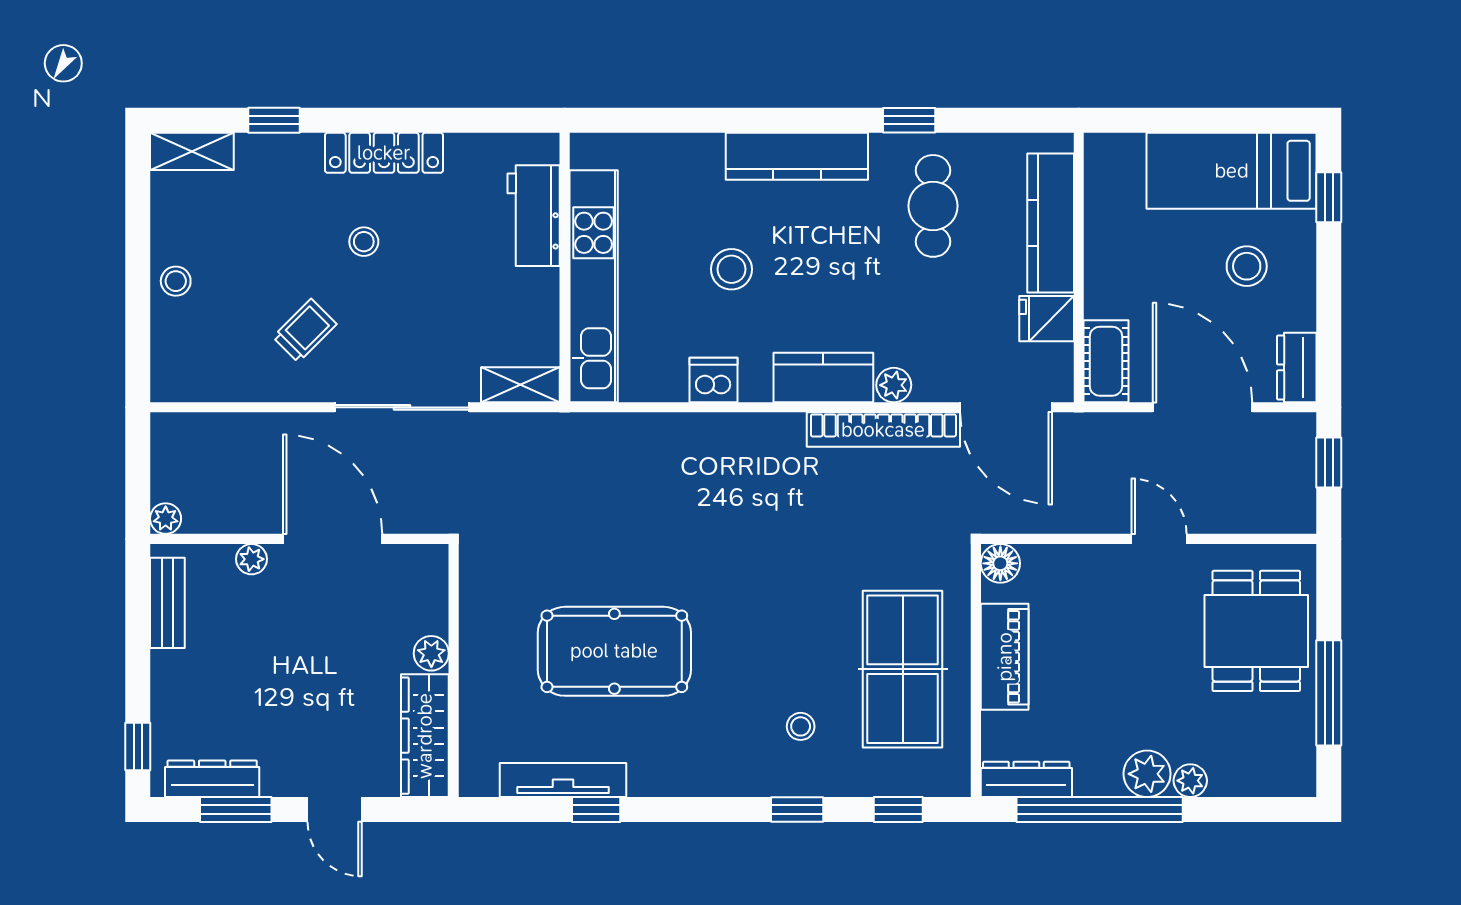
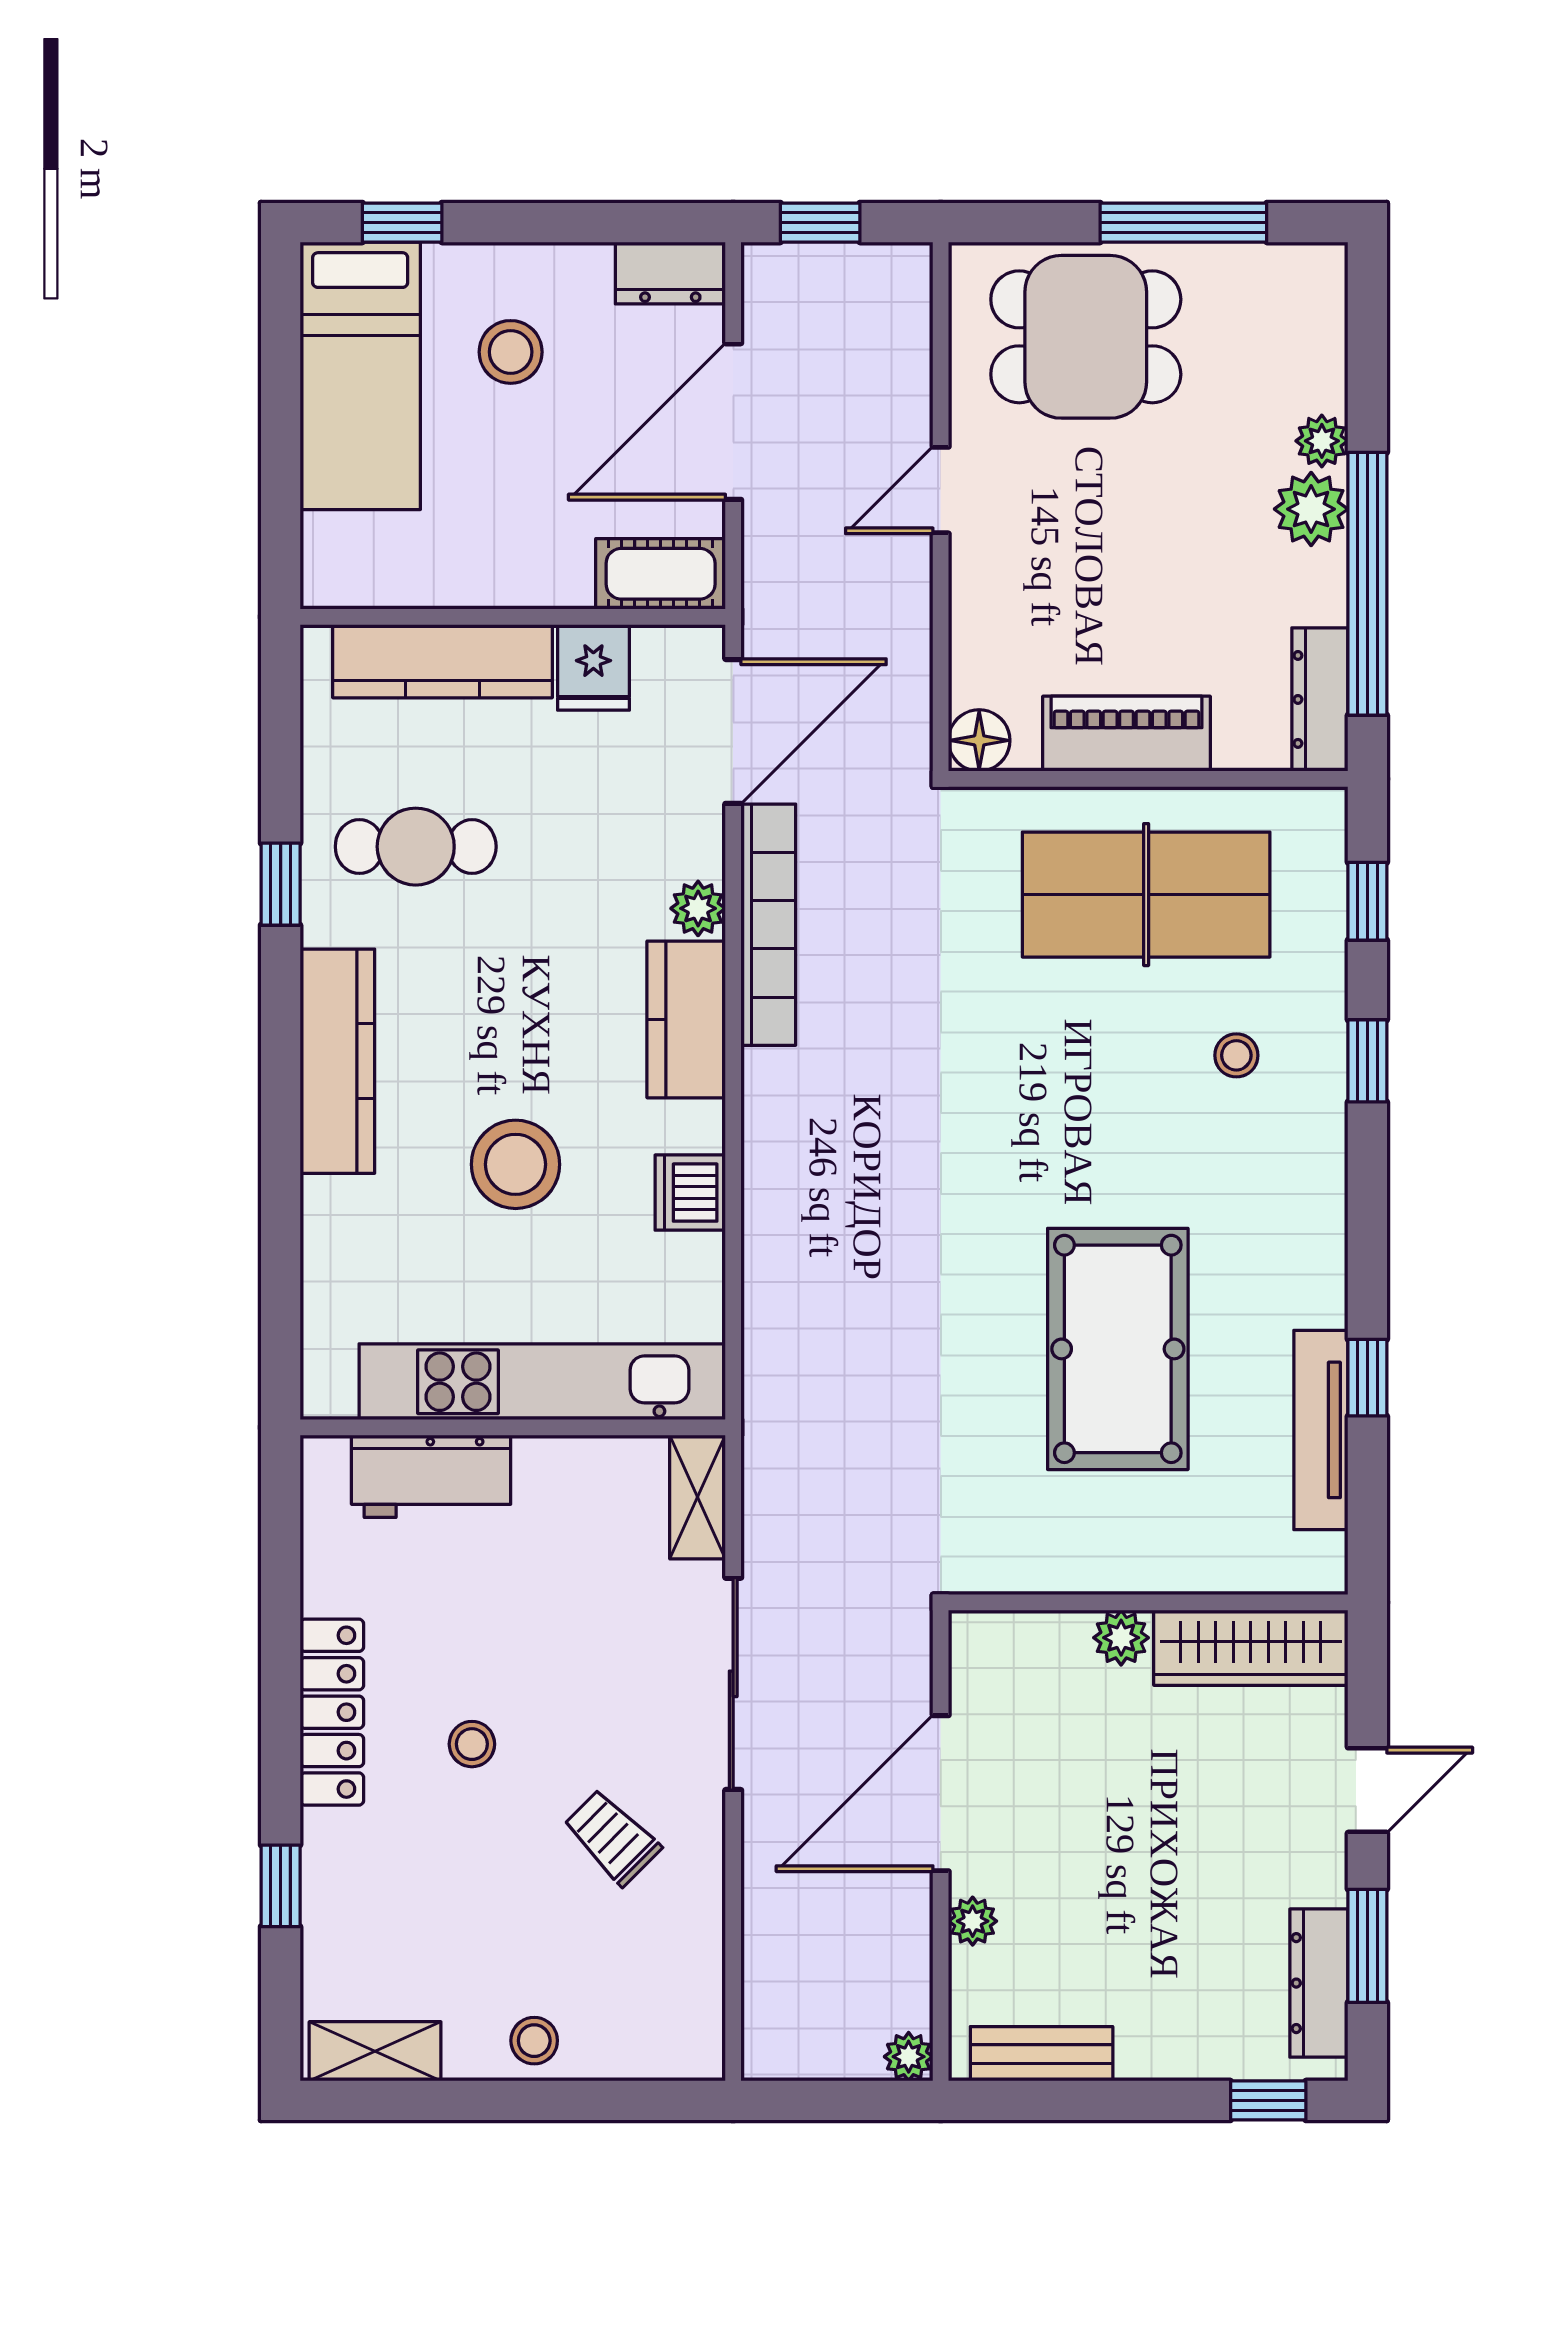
shelving: (192, 151) -> (375, 2051), moved, turned 90
stool: (731, 269) -> (516, 1164), width x1.38, depth x1.38

